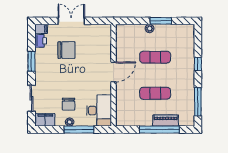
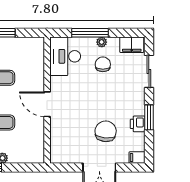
printer: (41, 41) -> (138, 124), moved
chair: (66, 50) -> (106, 131), turned 96
door: (114, 72) -> (47, 104), hinge flipped

